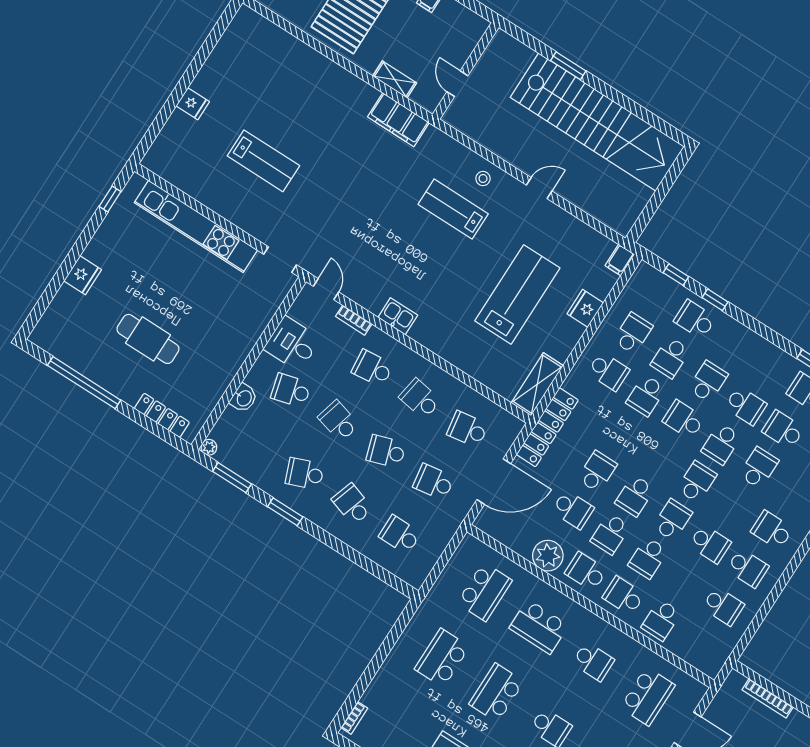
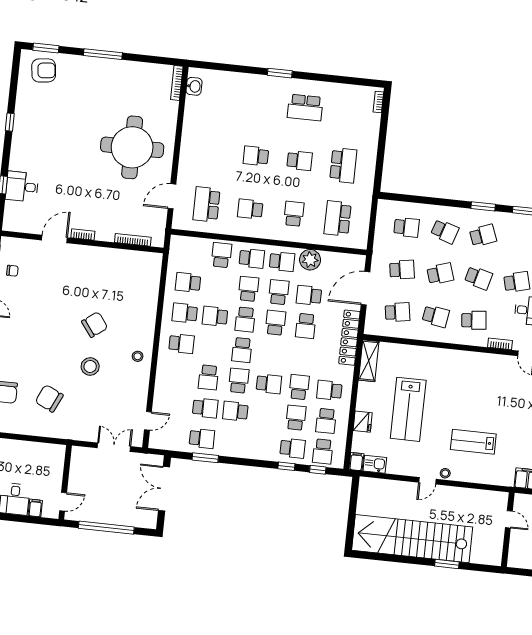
stool: (483, 179) -> (445, 473), moved
lab bench: (453, 209) -> (473, 442), turned 180
kitchen sink: (398, 316) -> (375, 464), moved, turned 180
school desk: (708, 382) -> (323, 451), moved
school desk: (539, 627) -> (294, 214), width x0.54
school desk: (496, 693) -> (300, 161), width x0.54

